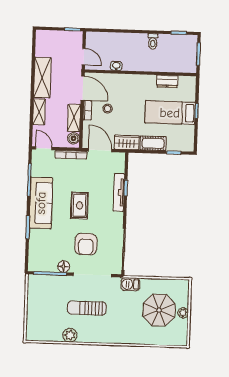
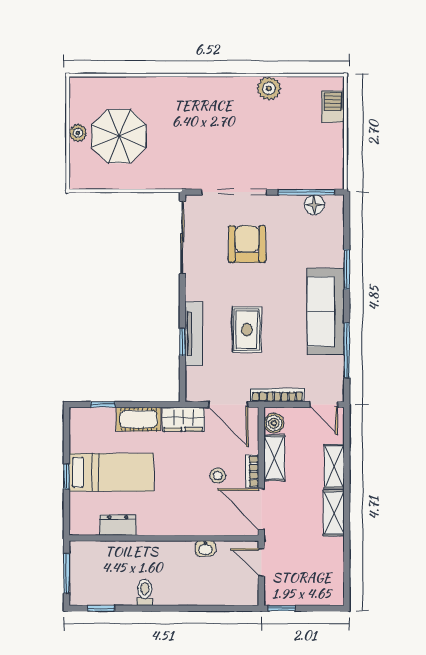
shelving: (42, 78) -> (334, 513), width x0.67, depth x0.75
rug: (79, 205) -> (247, 330), moved
floor lamp: (64, 267) -> (314, 205), moved
barbecue: (130, 284) -> (333, 107), moved, turned -90
sun lounger: (87, 308) -> (242, 135), removed

